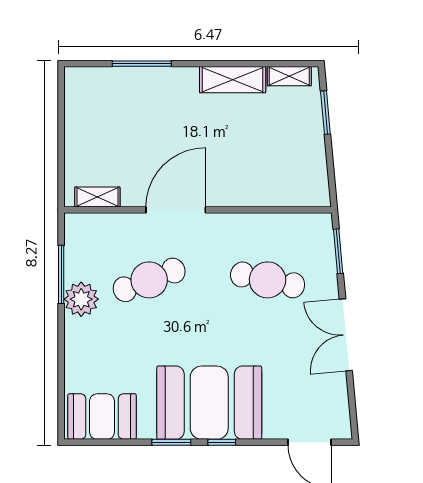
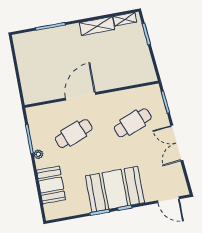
shelving: (97, 197) -> (40, 97), removed
cafe table: (268, 280) -> (133, 123), turned -33
plant: (81, 299) -> (38, 154), width x0.53, depth x0.53
booth: (102, 417) -> (51, 185), moved, turned 90

